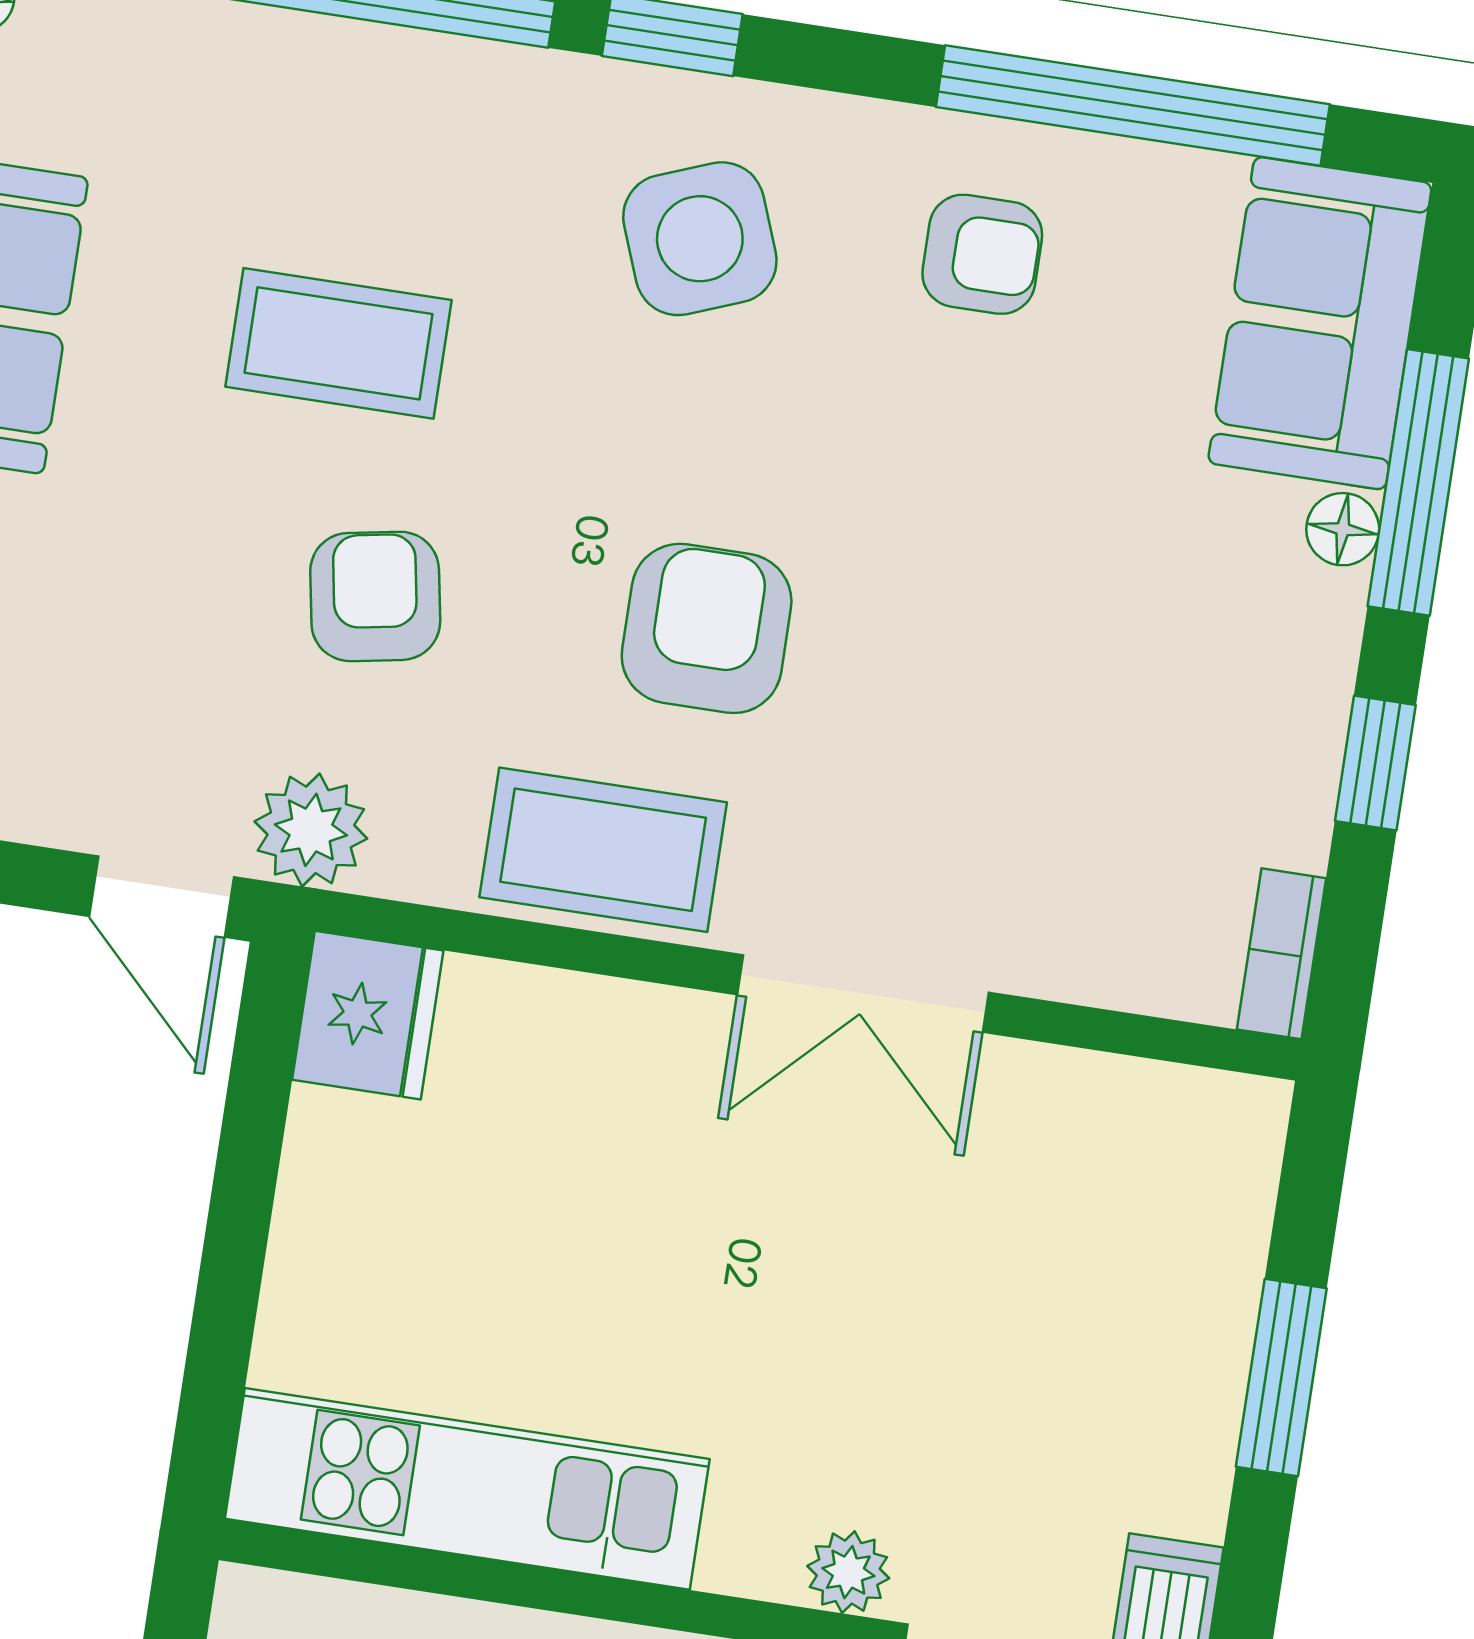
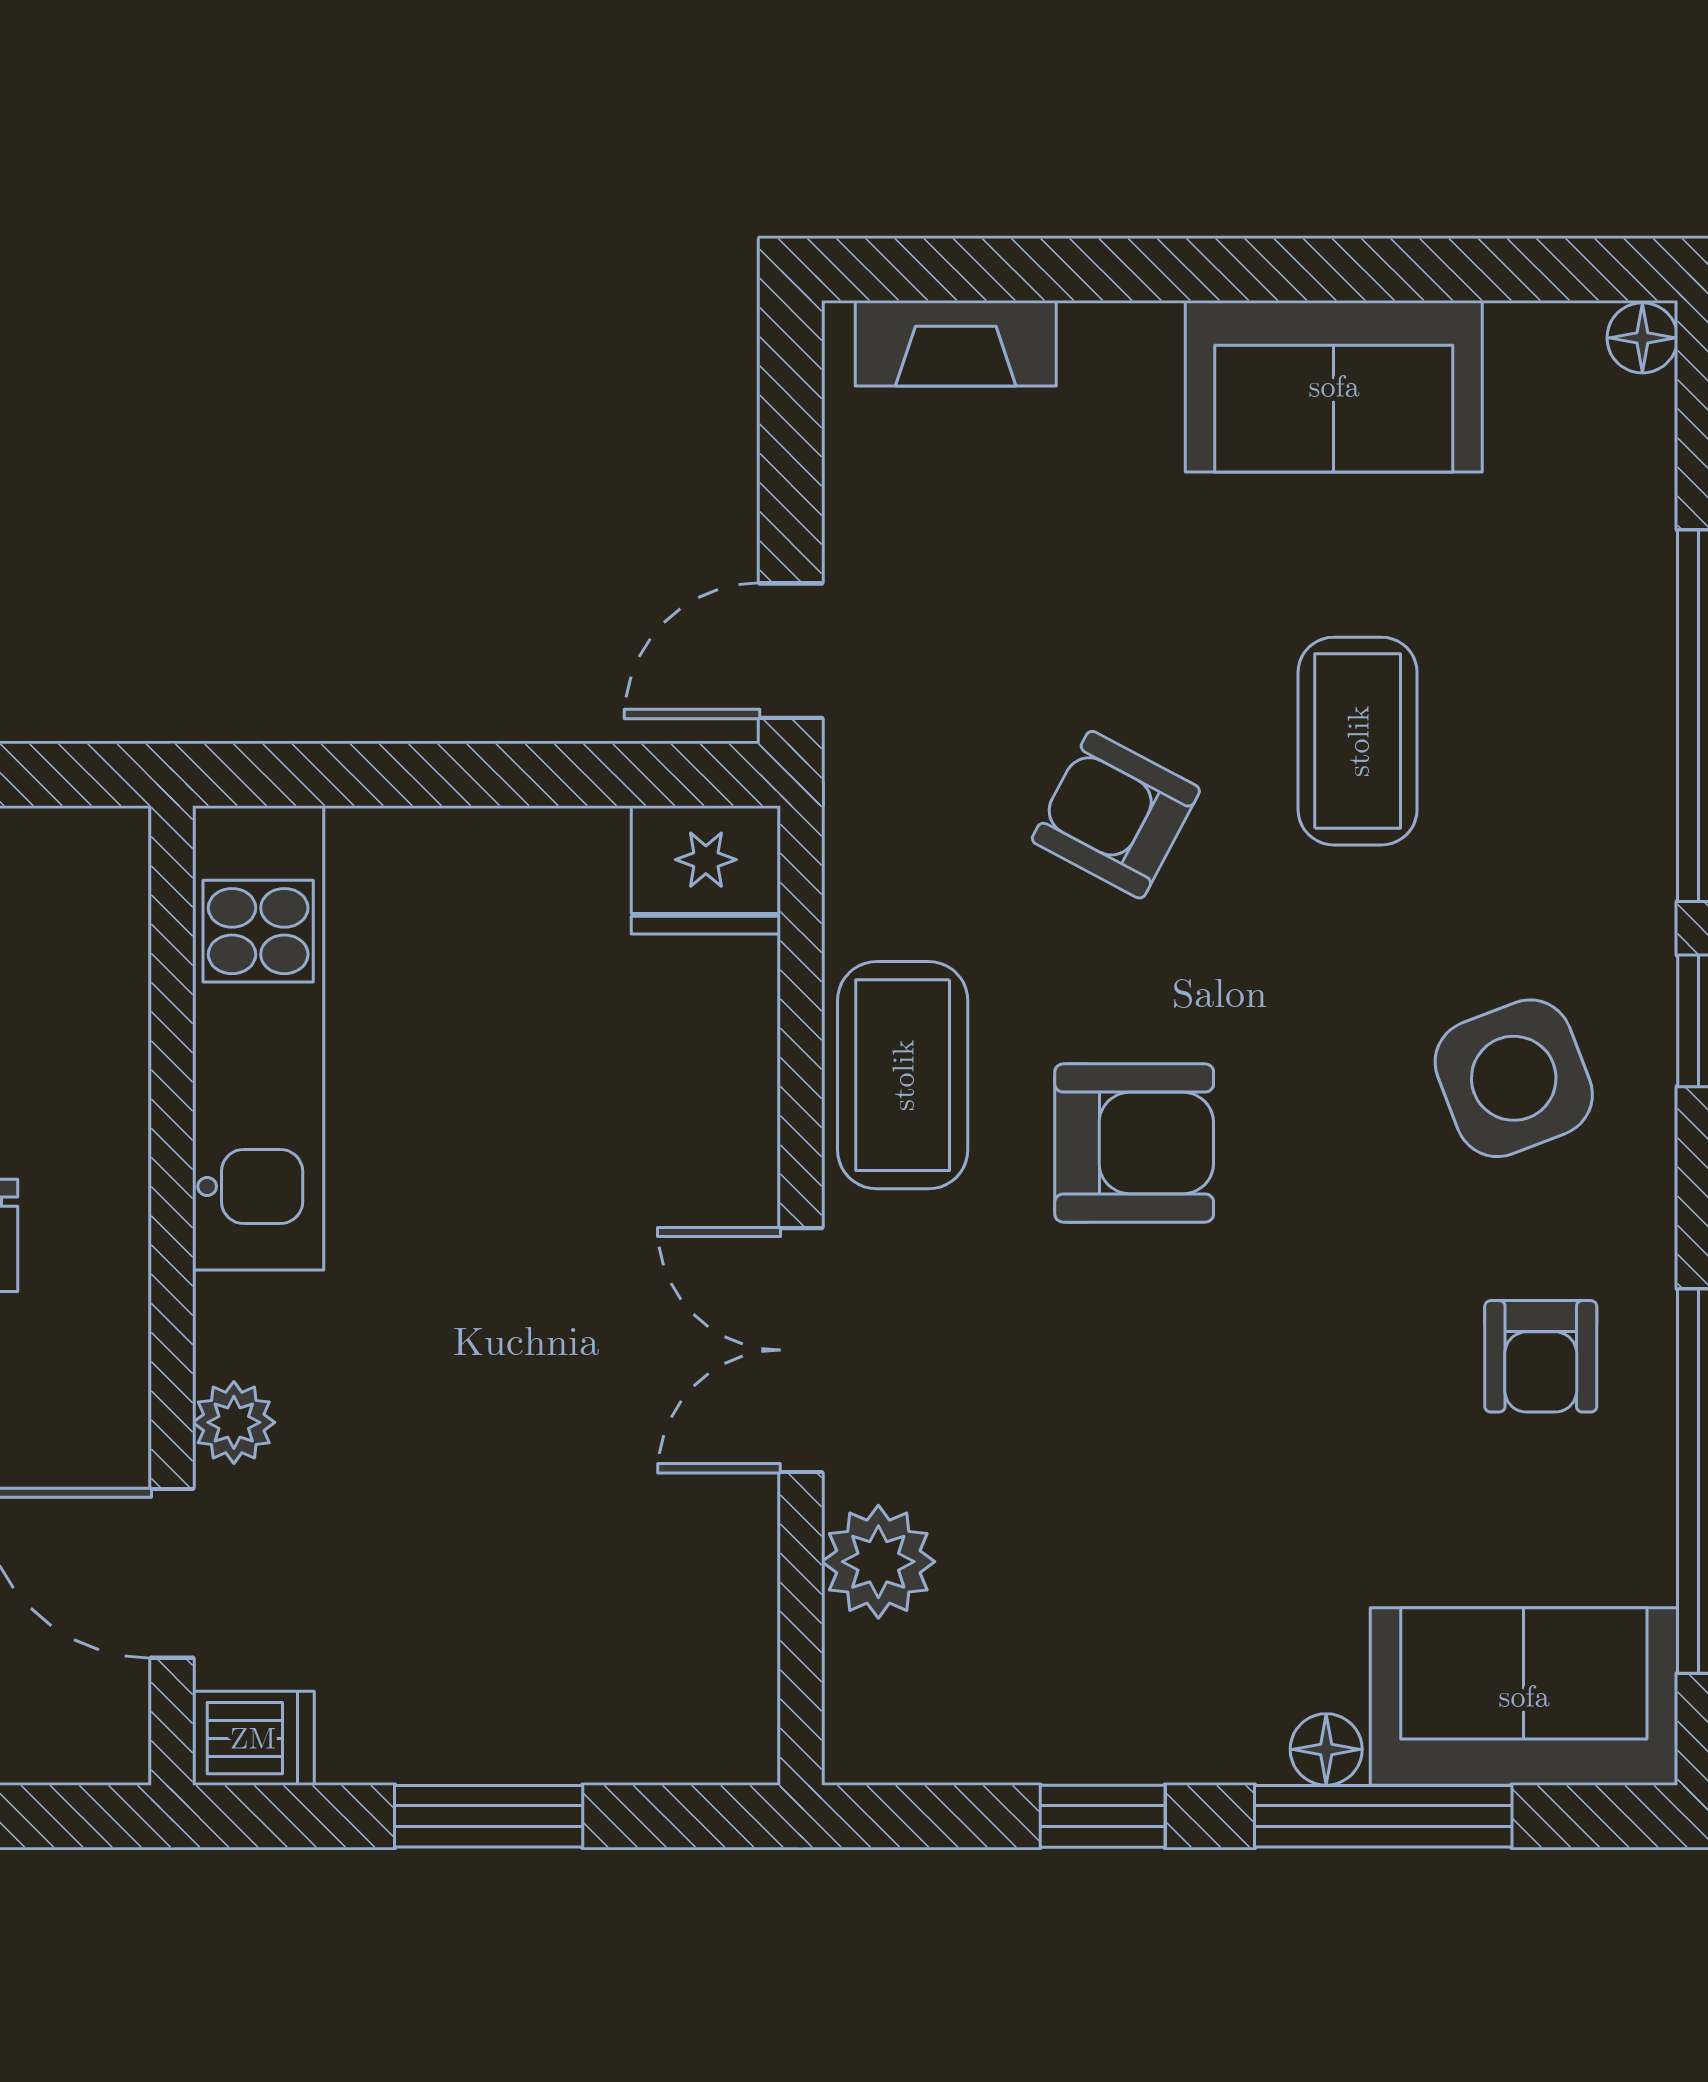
armchair: (375, 596) -> (1116, 815), turned -142
plant: (311, 830) -> (878, 1562), moved
bookcase: (1281, 954) -> (902, 1753), removed

